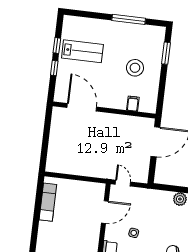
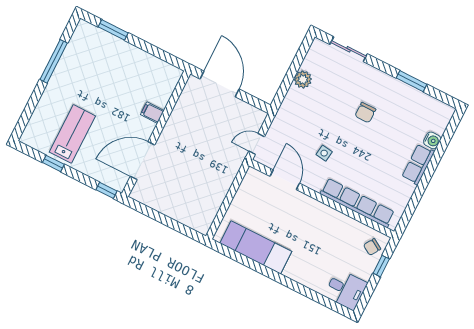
window: (54, 68) -> (107, 190), moved
stool: (135, 68) -> (117, 76), removed
filing cabinet: (133, 104) -> (152, 113), moved
exam couch: (48, 202) -> (256, 247), width x1.36, depth x1.45

